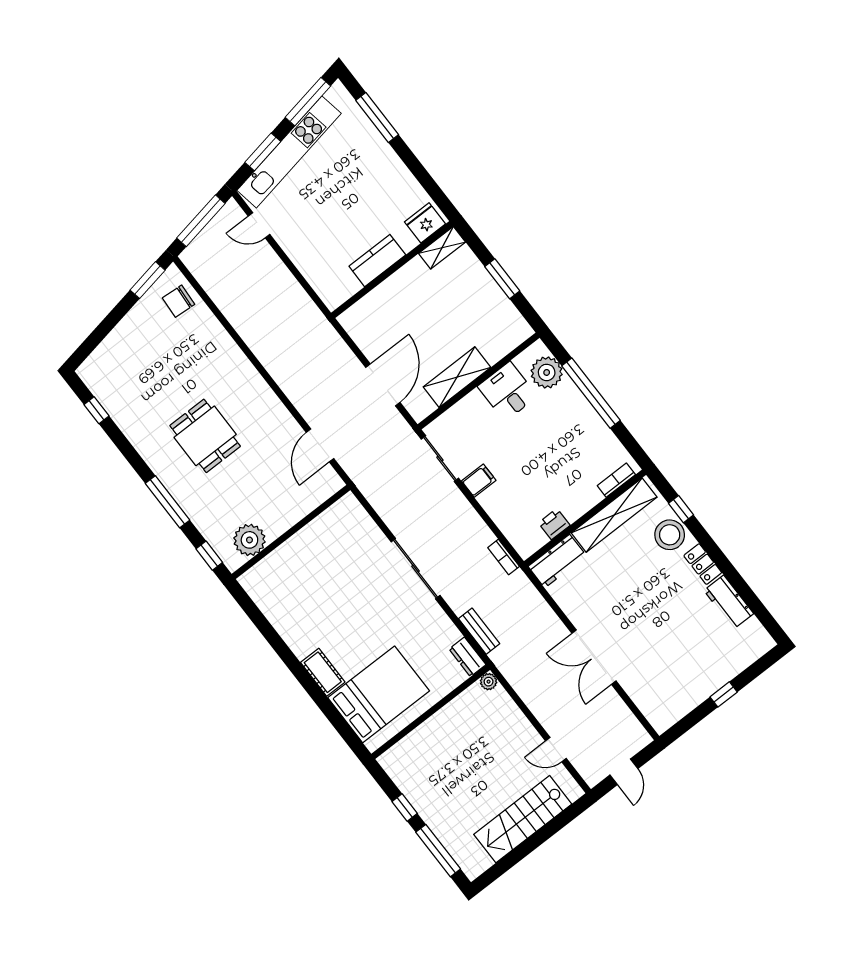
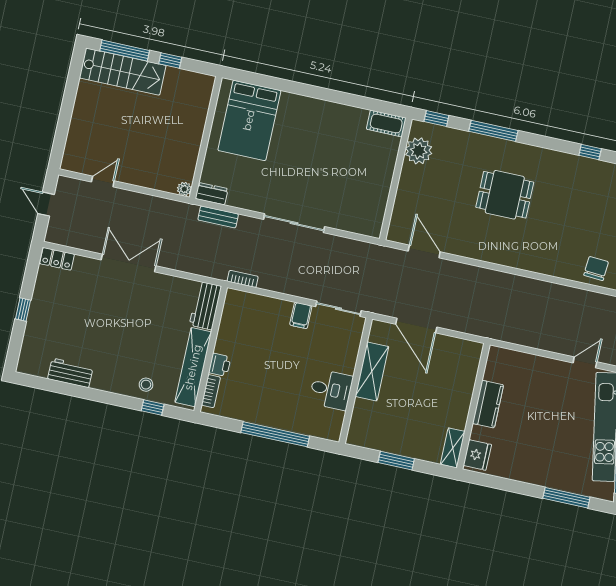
plant: (547, 372) -> (316, 424), removed
printer: (554, 524) -> (220, 365), moved
stool: (670, 535) -> (146, 385), width x0.53, depth x0.53
locker: (703, 564) -> (57, 259), moved, turned 180
cot: (323, 672) -> (386, 123), moved
stairs: (523, 819) -> (123, 72), moved, turned 90

